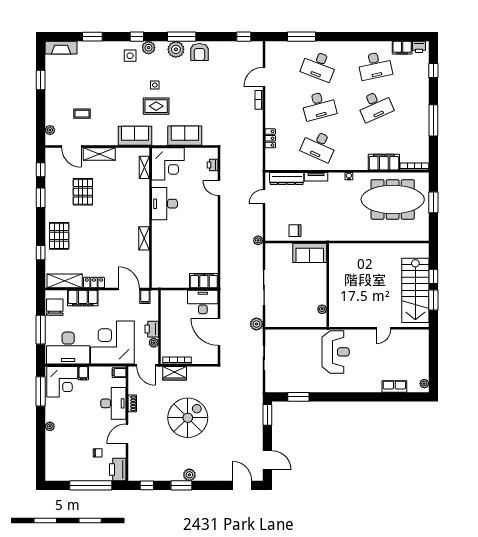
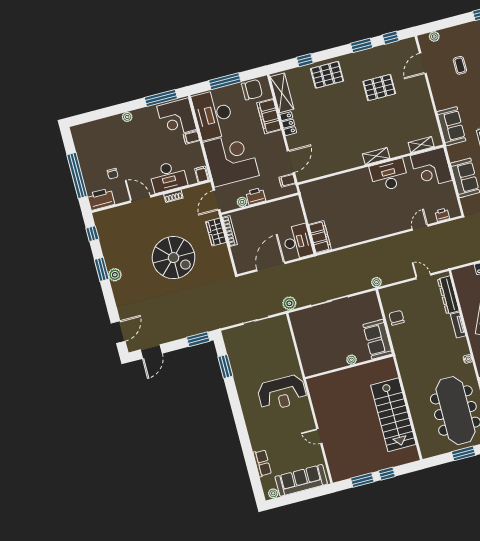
shelving: (99, 154) -> (423, 94), removed
shelving: (144, 238) -> (376, 156), moved
stairs: (415, 290) -> (393, 415), moved, turned -90
plant: (322, 309) -> (351, 360), moved
sofa: (419, 355) -> (301, 480), added

